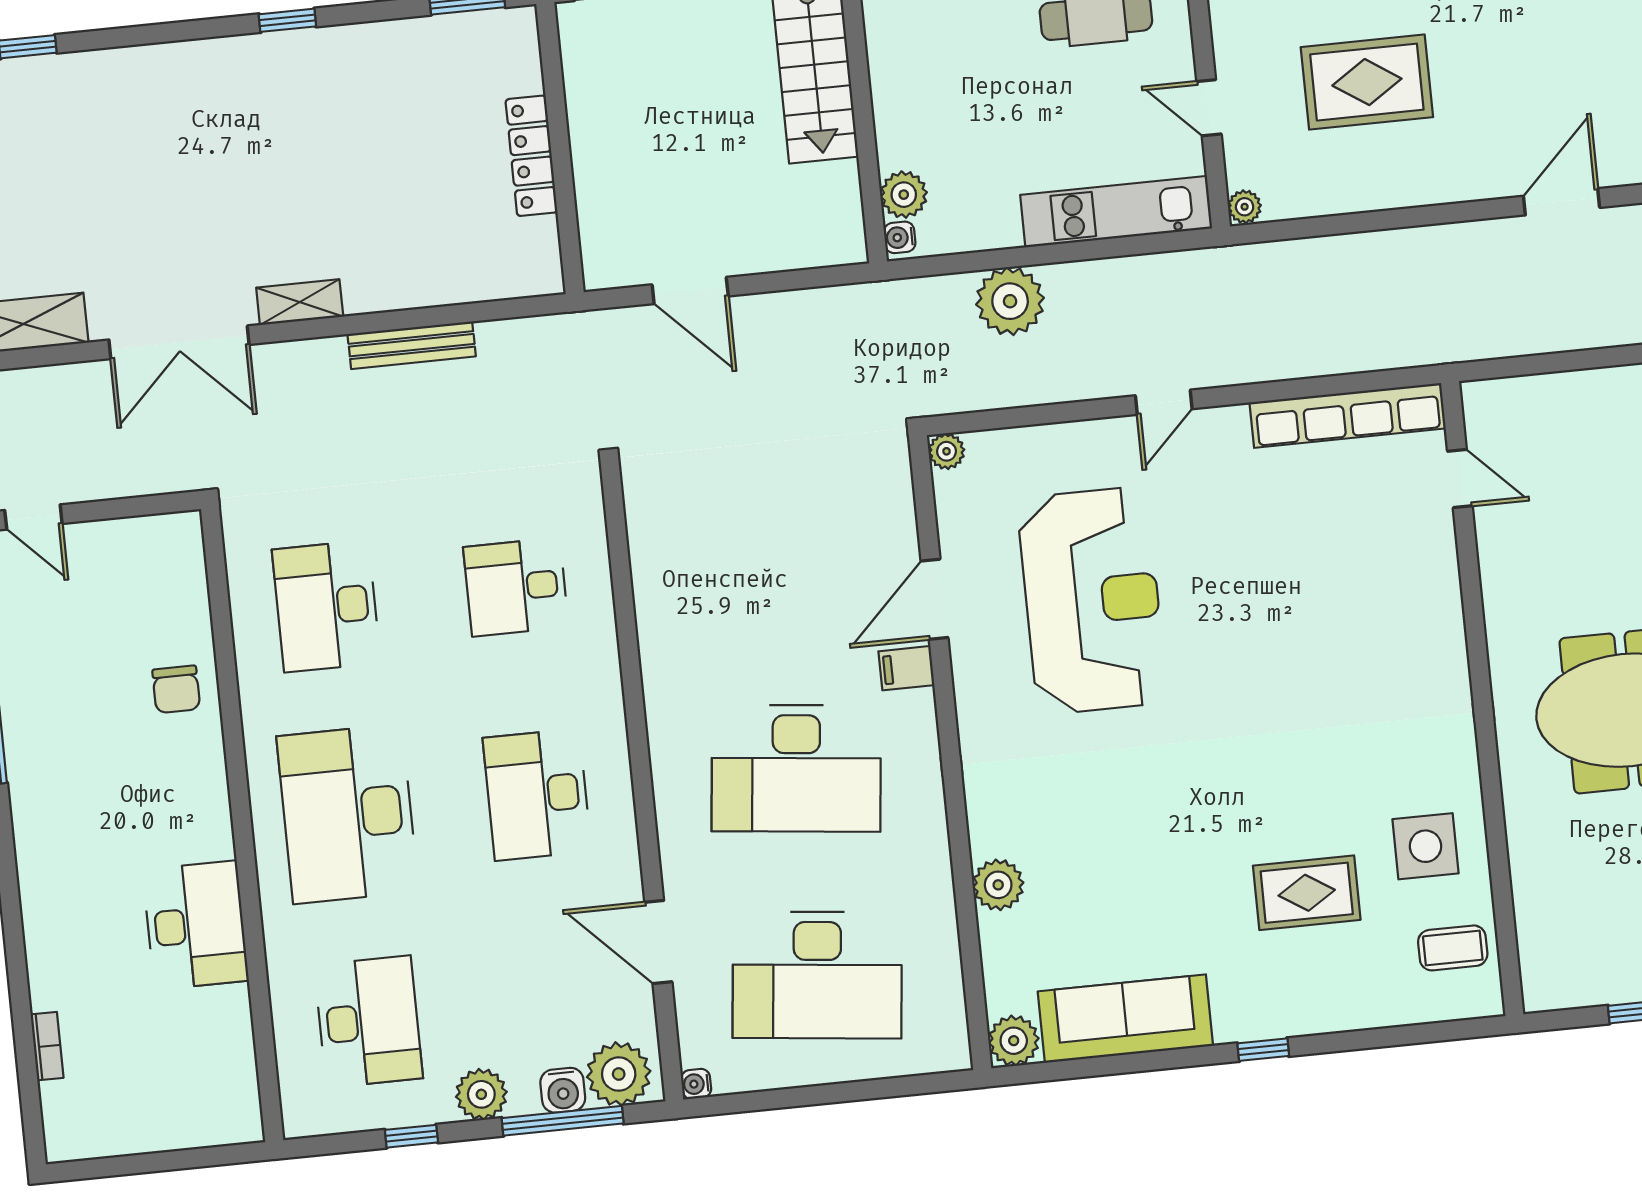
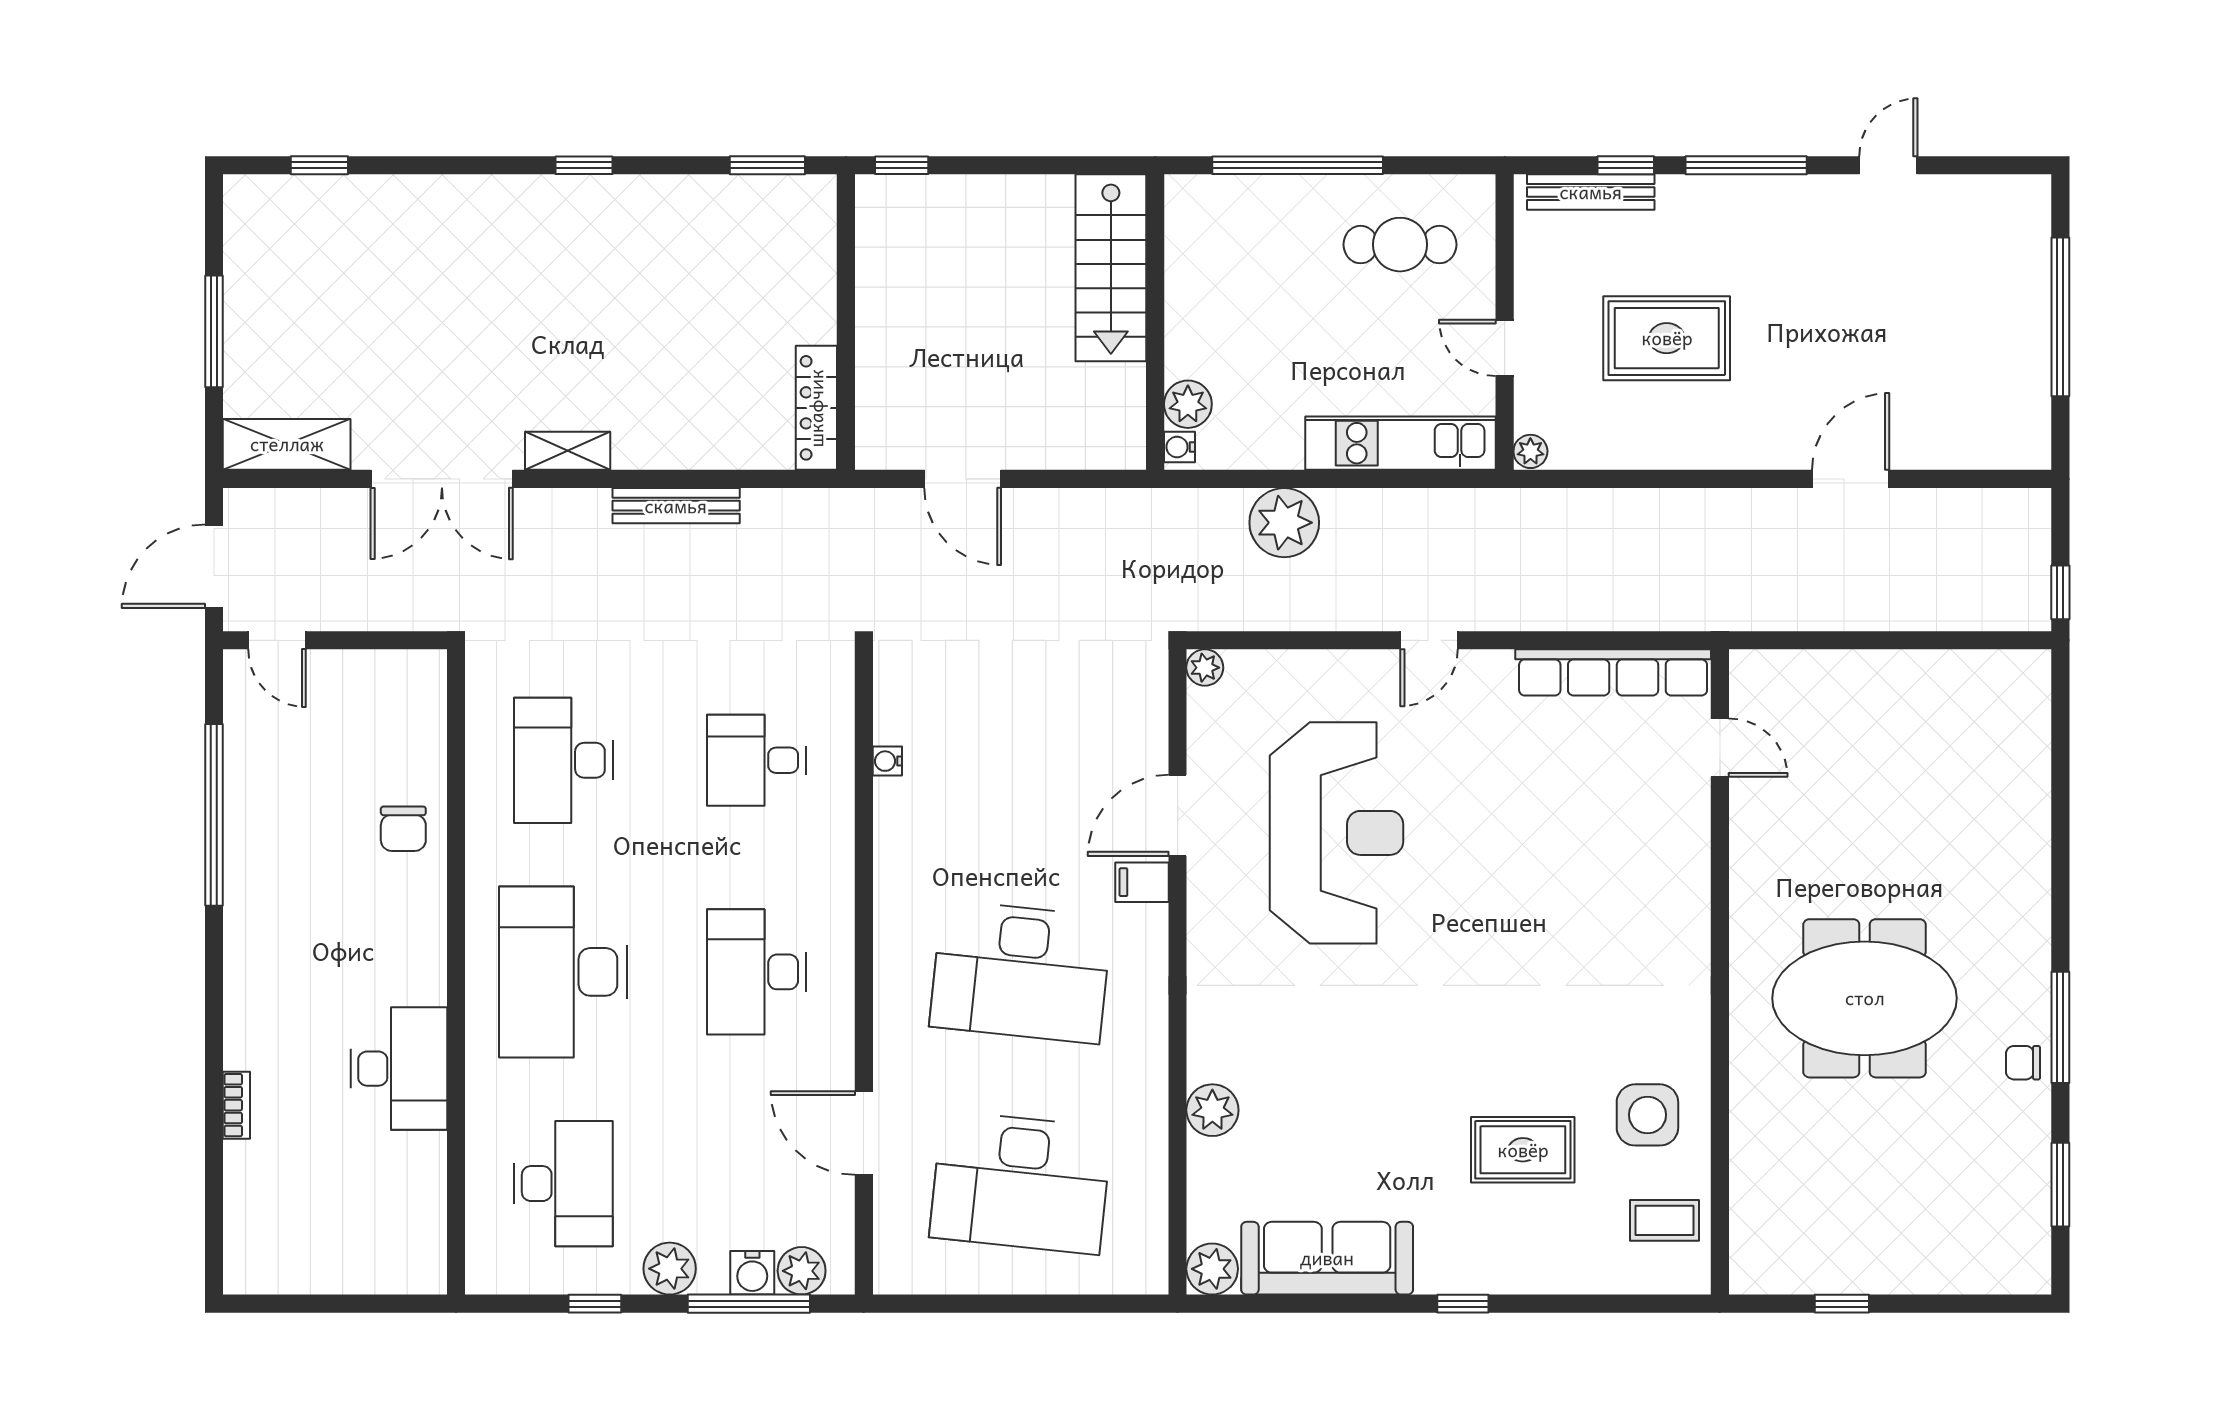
locker: (531, 156) -> (816, 408), moved
bookcase: (47, 1046) -> (236, 1105), moved
plant: (619, 1074) -> (802, 1271), width x0.73, depth x0.73
water cooler: (696, 1084) -> (887, 761), moved

